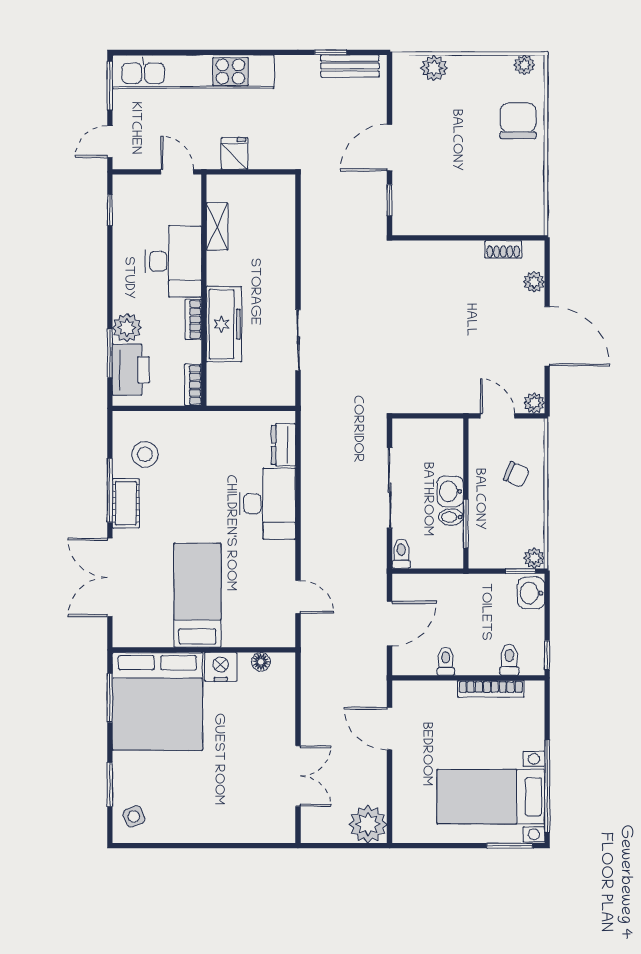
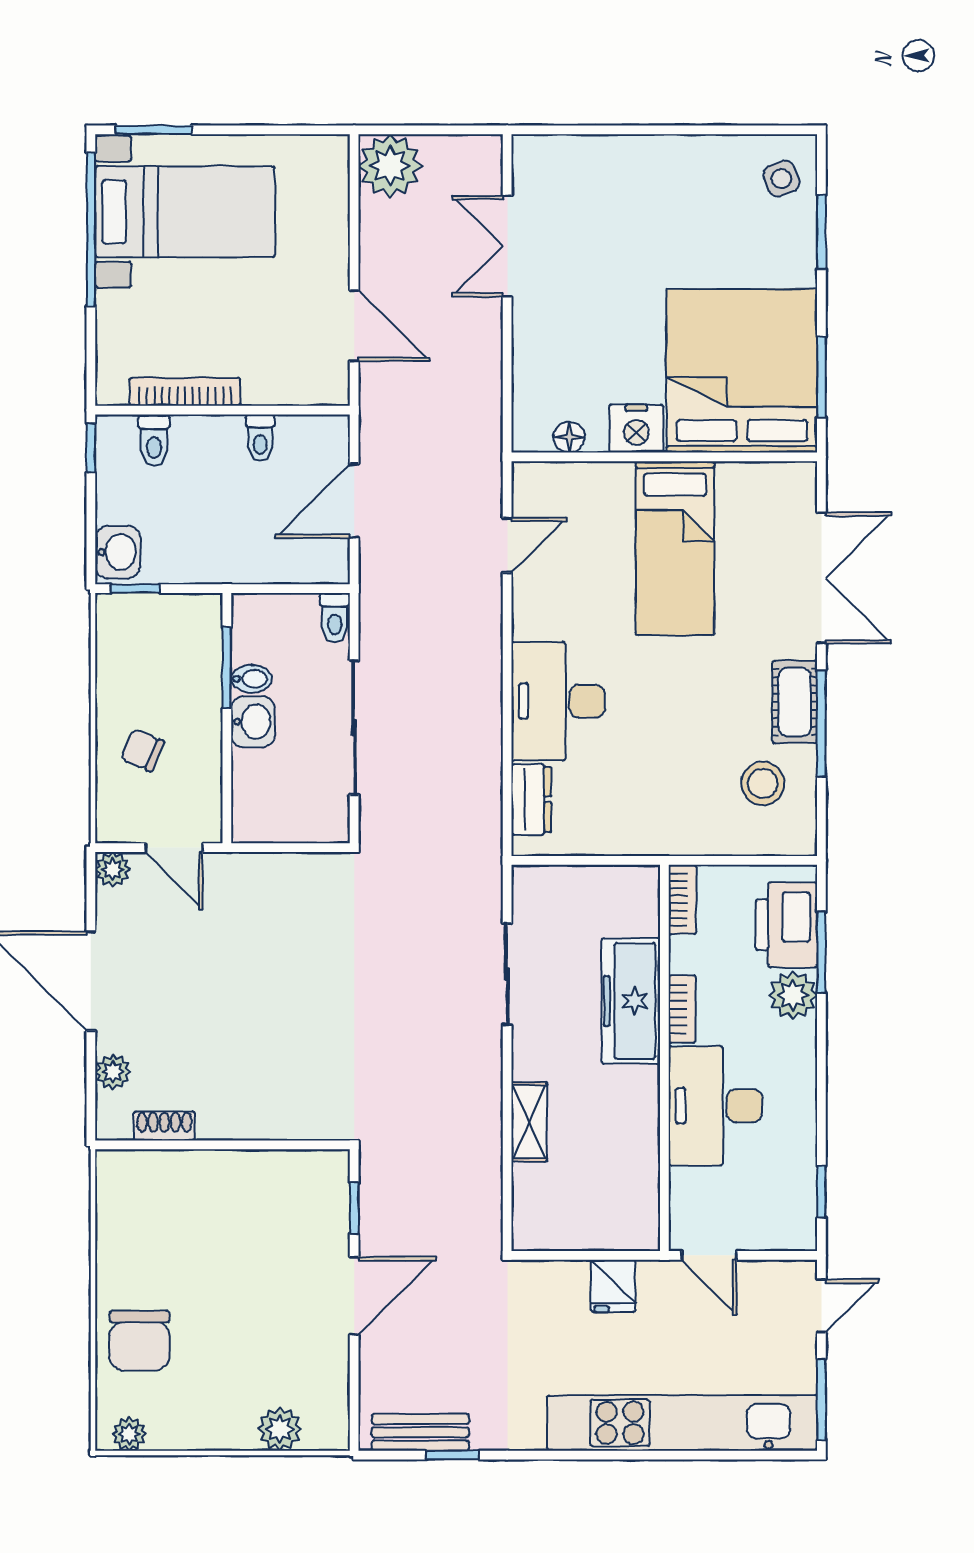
shelving: (217, 226) -> (529, 1122), moved
plant: (534, 558) -> (113, 610), removed
door: (298, 597) -> (507, 545), swing flipped

